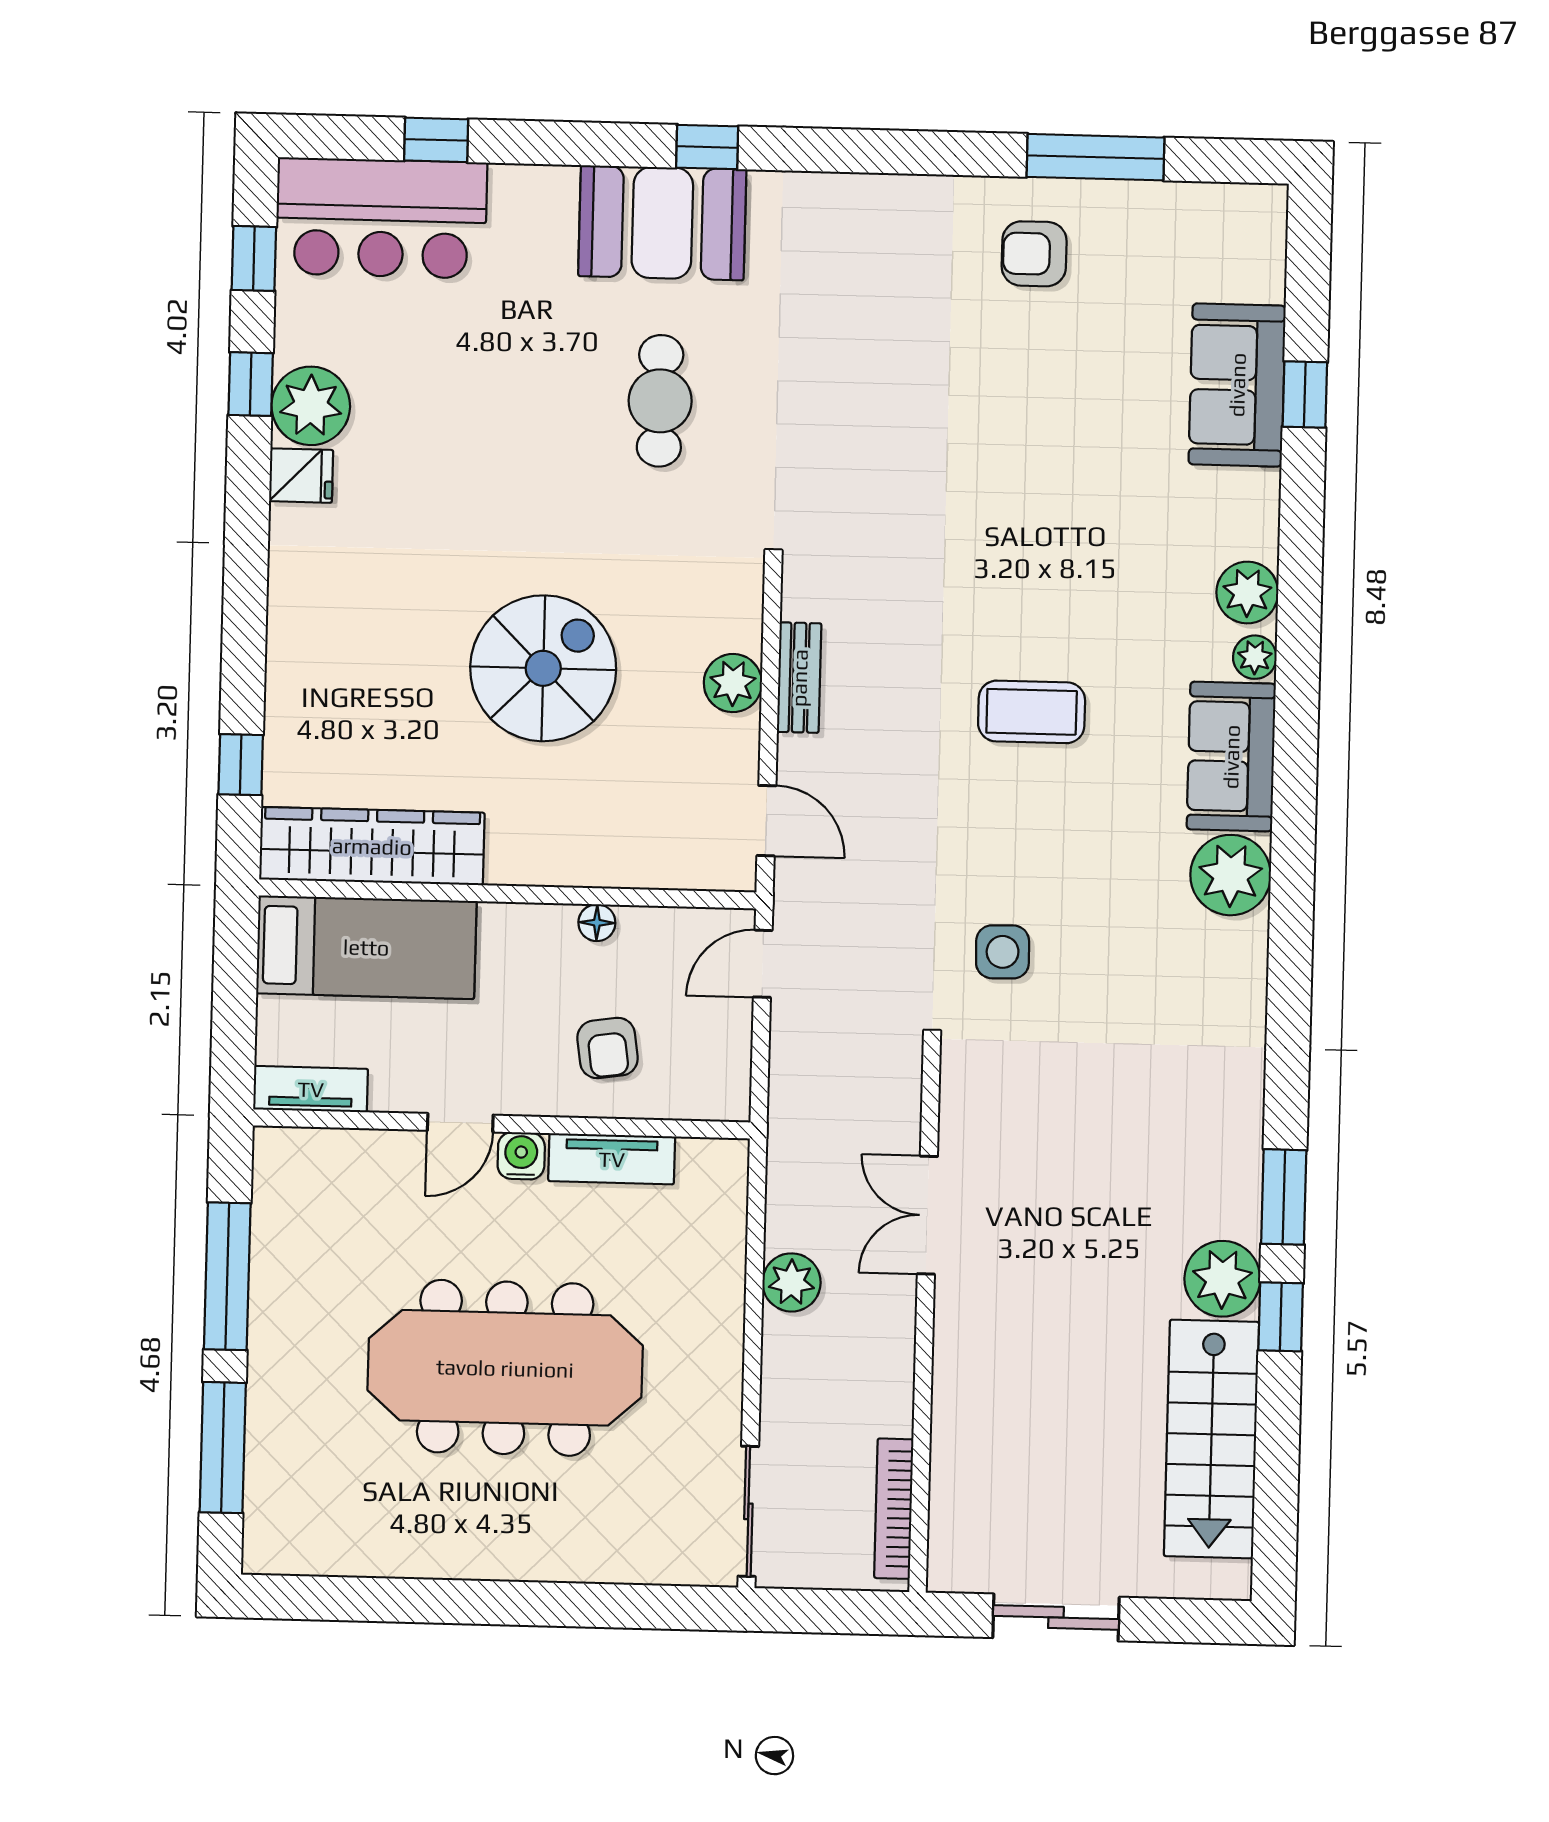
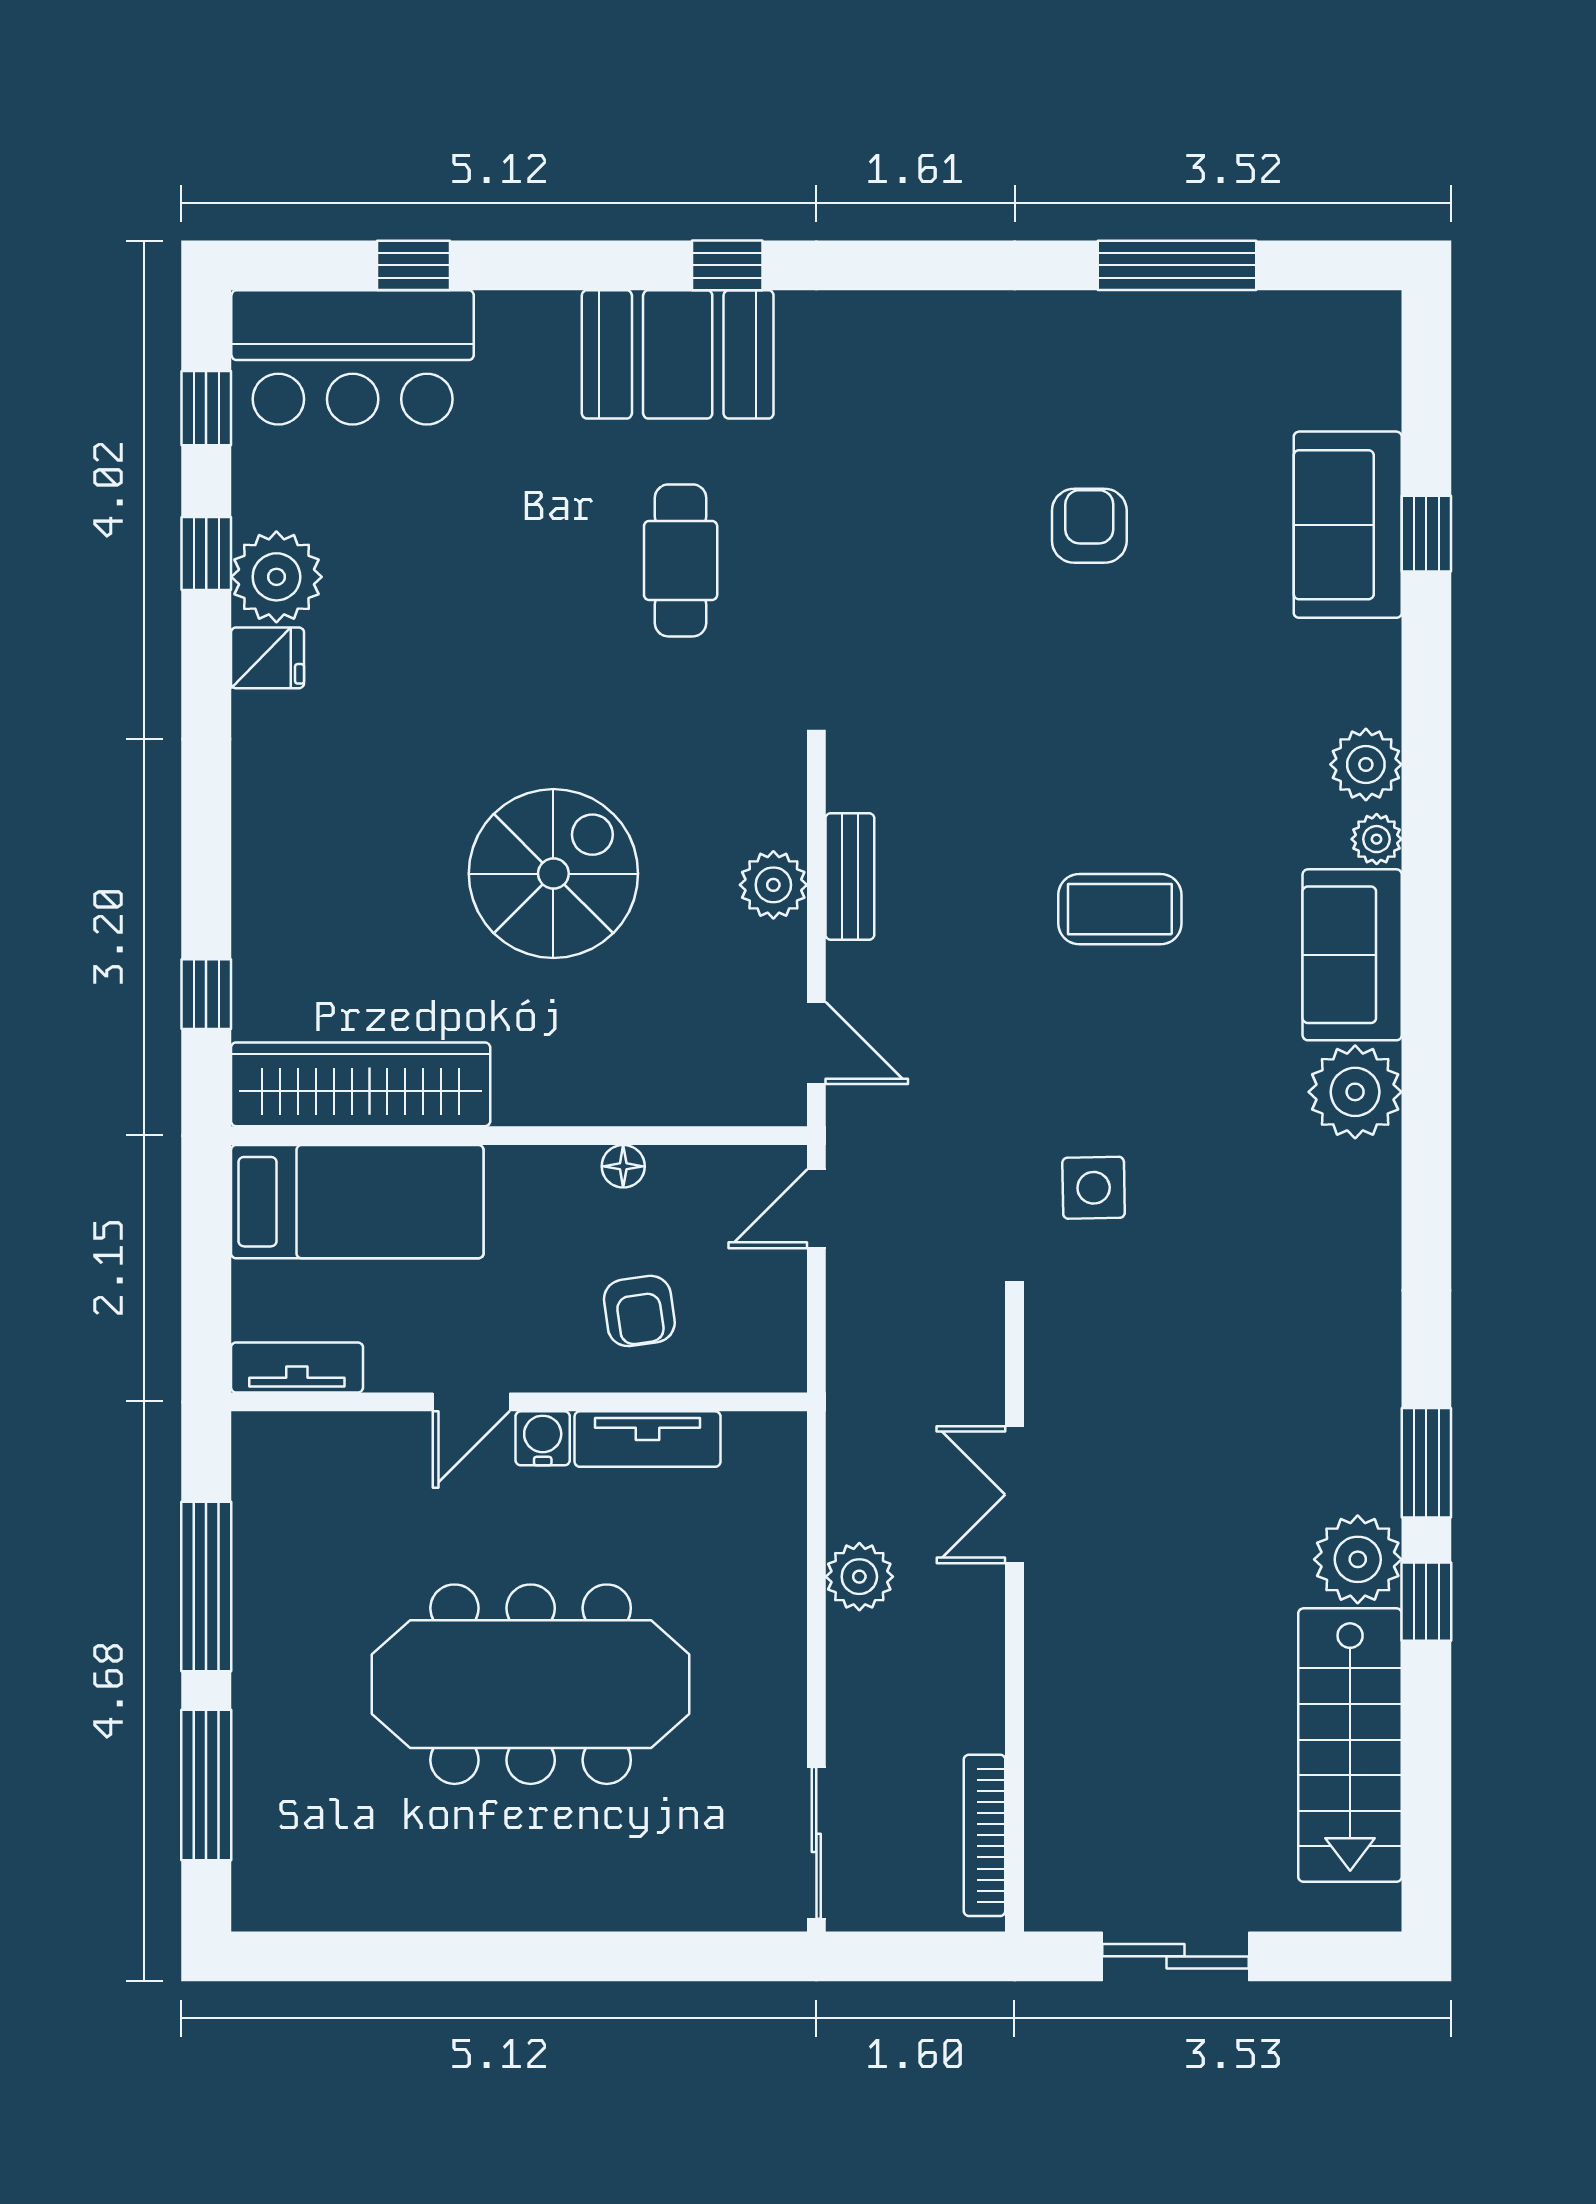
armchair: (1034, 254) -> (1089, 526), moved, turned 90

